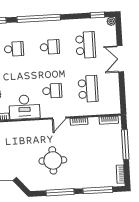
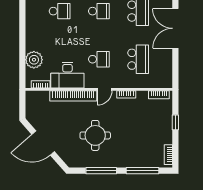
double door: (120, 59) -> (175, 28), width x1.37
bookcase: (31, 126) -> (73, 96), added
window: (125, 145) -> (175, 122), width x0.46

